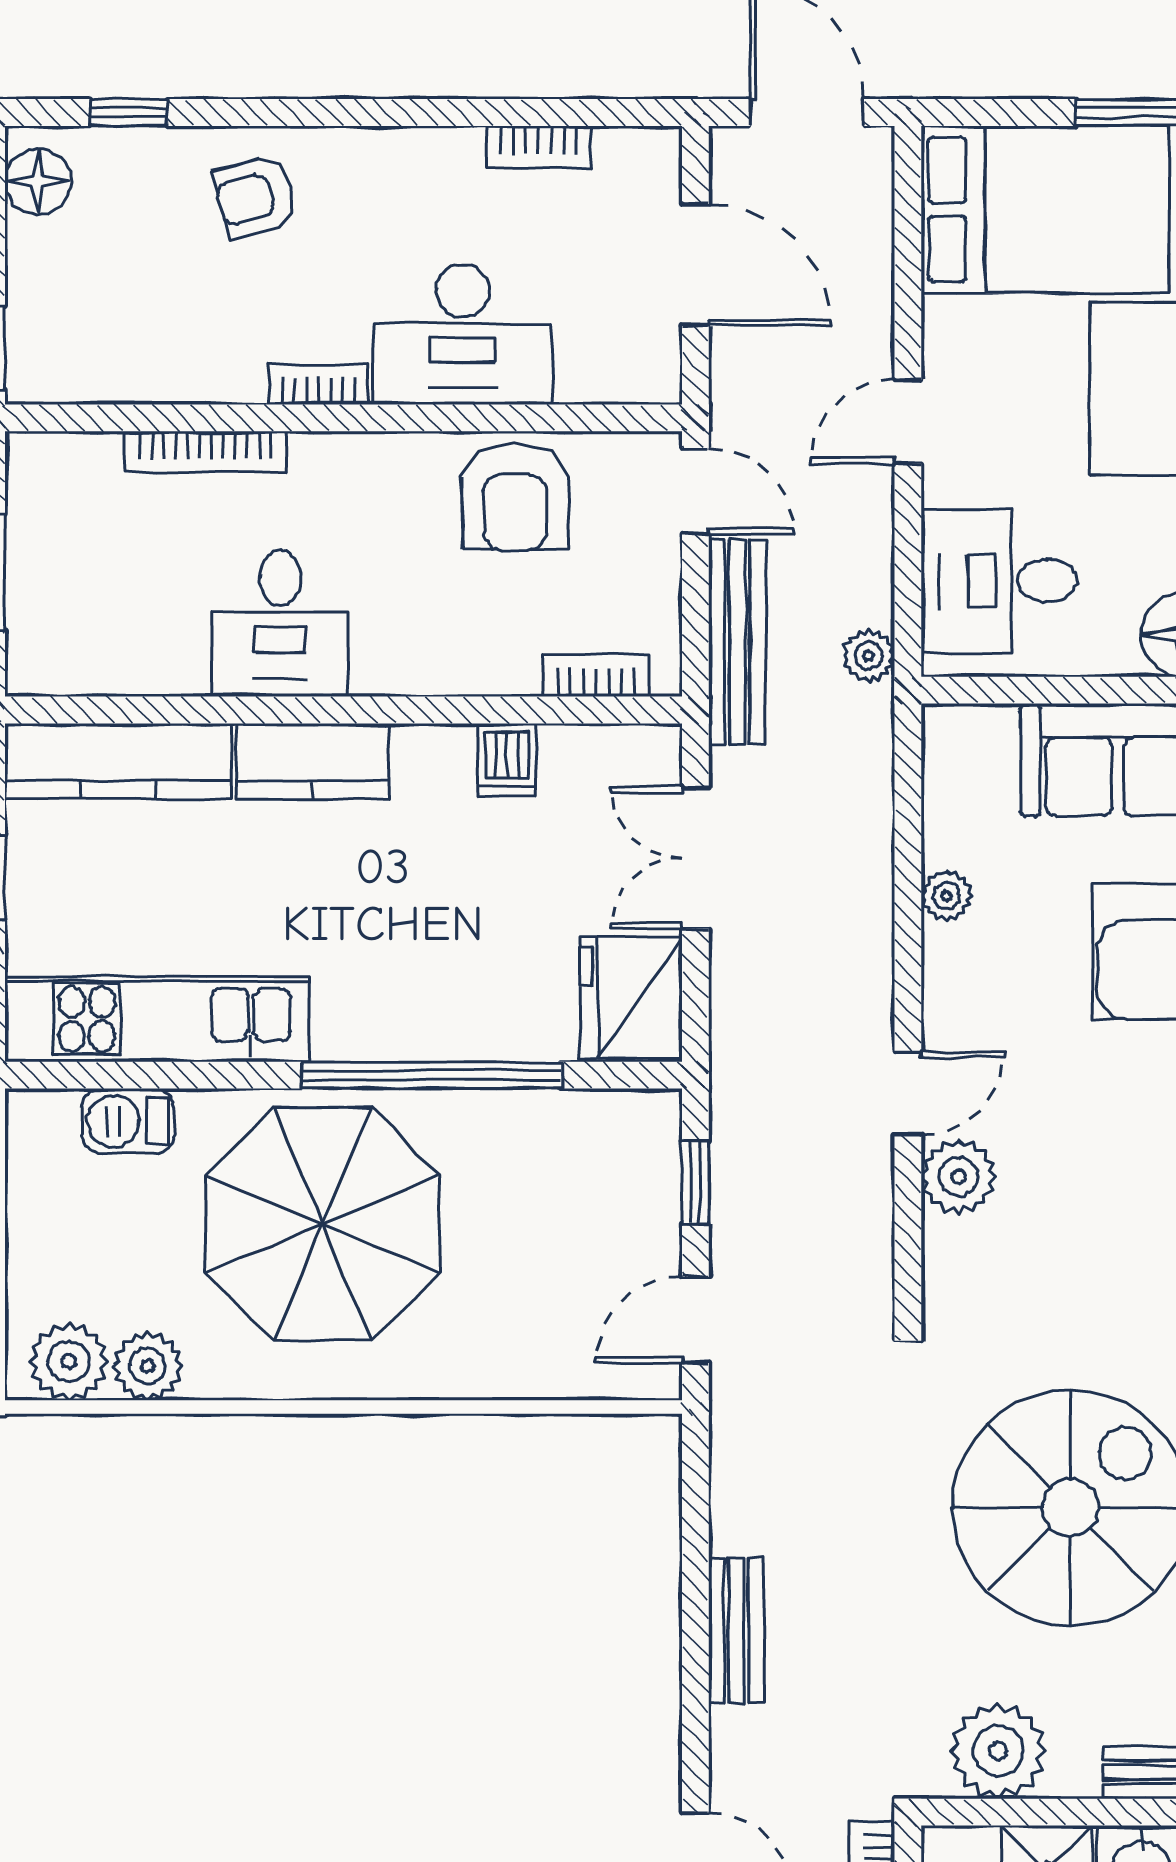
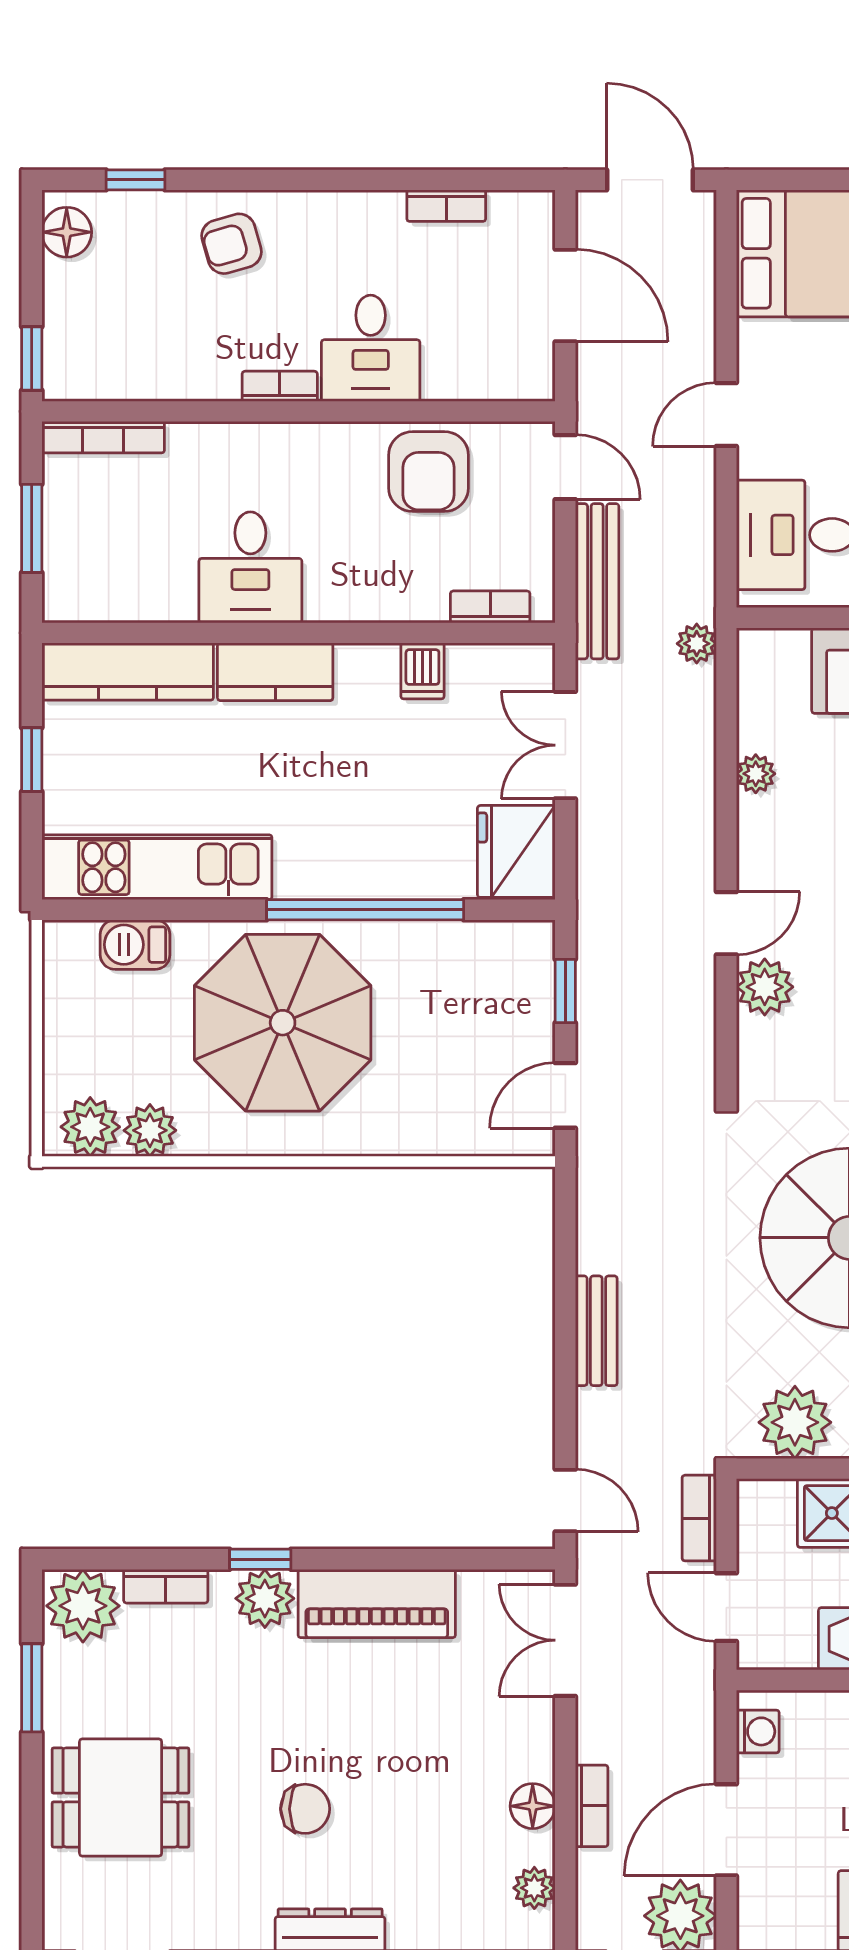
desk: (463, 335) -> (371, 348), width x0.73
bookcase: (206, 452) -> (103, 437), moved
plant: (869, 656) -> (697, 644), moved

